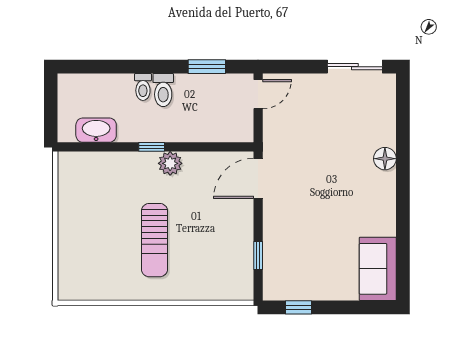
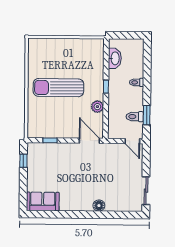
toilet: (163, 90) -> (135, 117), moved
plant: (170, 163) -> (97, 107), moved
sun lounger: (154, 240) -> (58, 88), width x1.36, depth x1.34

